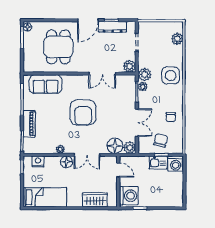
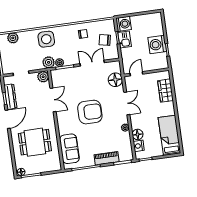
door: (88, 20) -> (8, 119), hinge flipped
plant: (130, 148) -> (115, 66), removed
floor lamp: (66, 162) -> (138, 134), moved
washing machine: (129, 196) -> (157, 44), moved, turned -90

